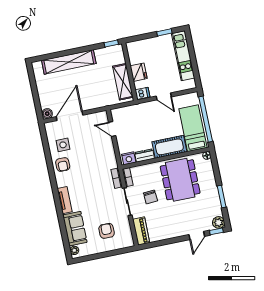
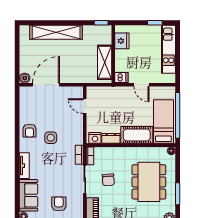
fridge: (139, 72) -> (122, 41), moved
side table: (63, 145) -> (51, 138), moved
dining table: (180, 180) -> (149, 182), moved

